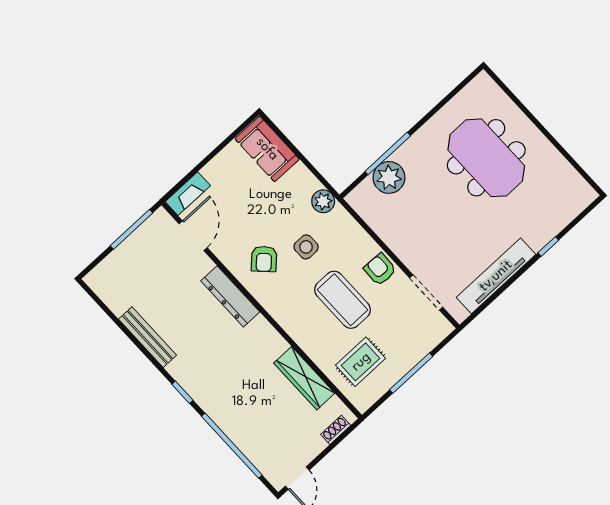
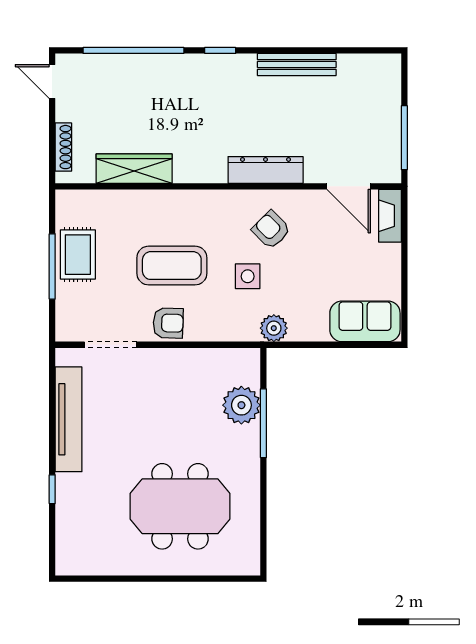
rug: (361, 362) -> (78, 255), moved
shoe rack: (336, 430) -> (63, 147), width x1.43

